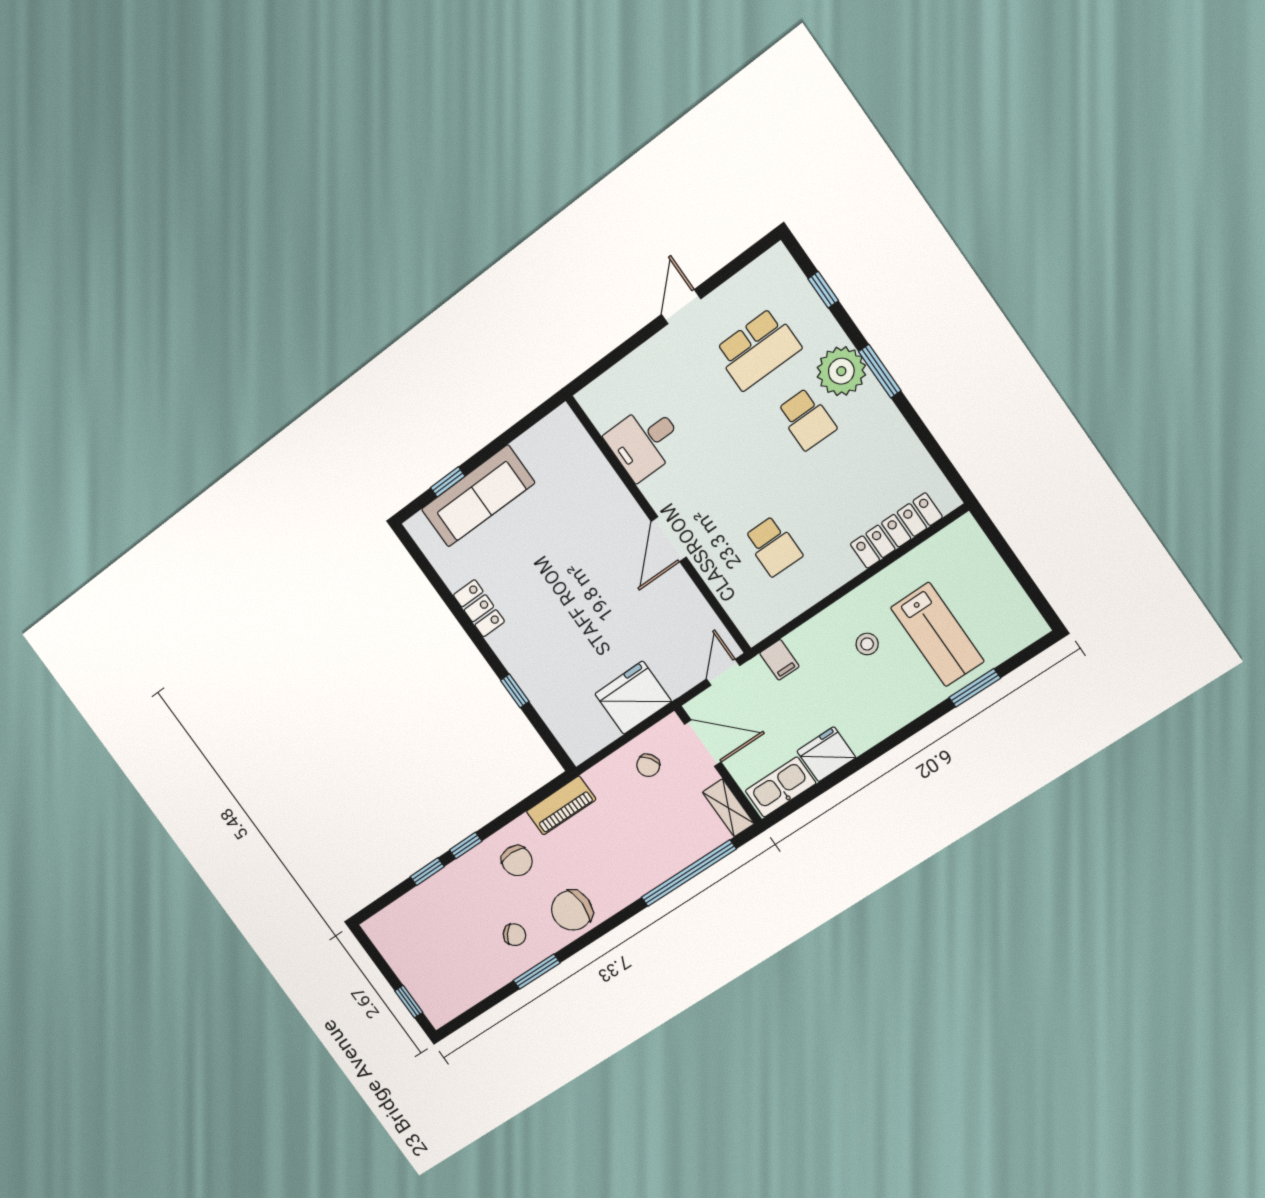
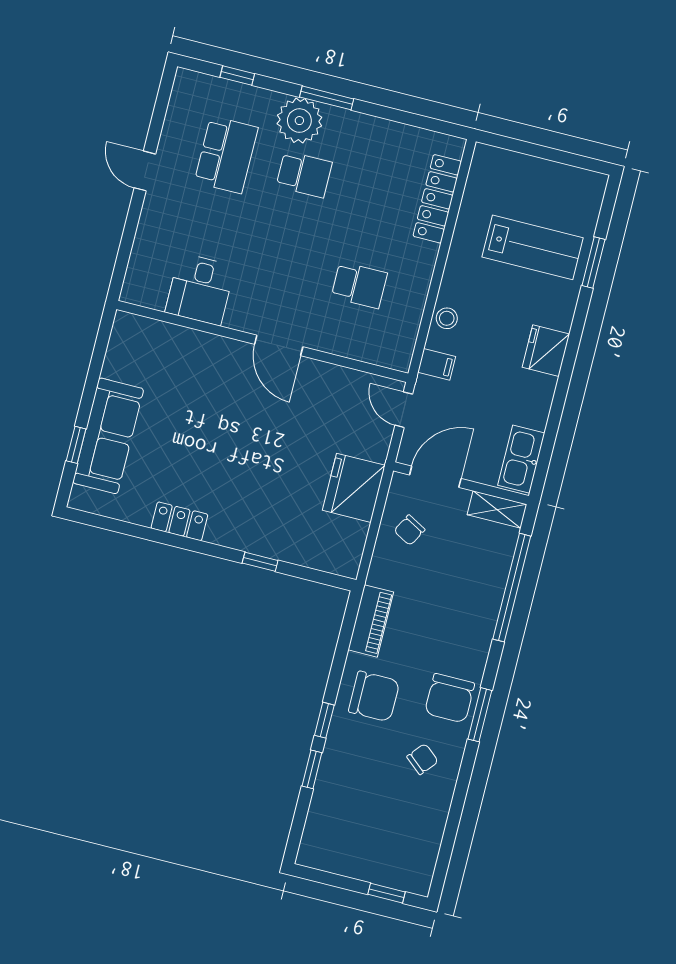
stool: (867, 644) -> (447, 318), moved
fridge: (826, 754) -> (546, 351), moved
chair: (648, 765) -> (409, 530), turned 63
chair: (517, 861) -> (374, 696), width x1.37, depth x1.37
window: (537, 972) -> (480, 715), moved

